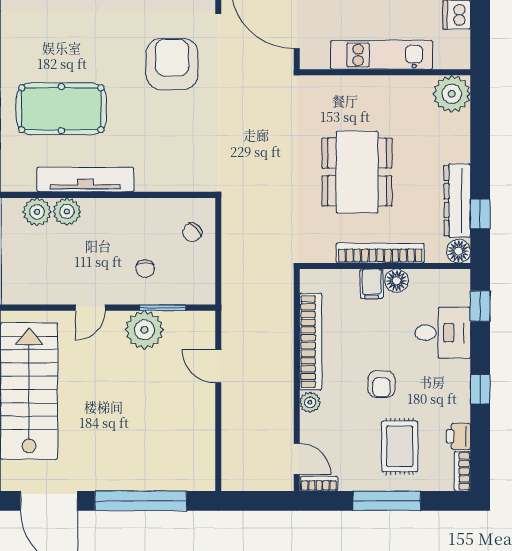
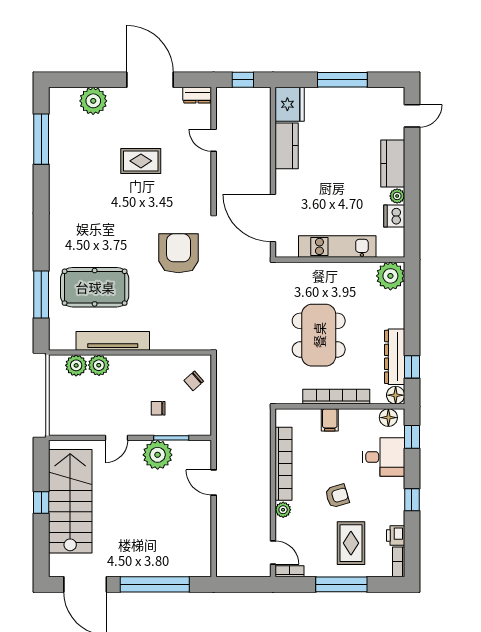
chair: (145, 268) -> (158, 408), turned 90
floor lamp: (397, 281) -> (388, 418), moved
armchair: (381, 384) -> (337, 496), turned -107

